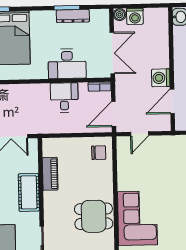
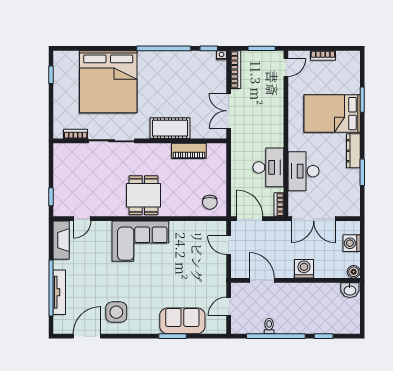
boiler: (120, 15) -> (354, 272), moved
dresser: (73, 16) -> (353, 151), moved
washing machine: (161, 78) -> (304, 269), moved
desk: (64, 98) -> (268, 167), width x1.37

